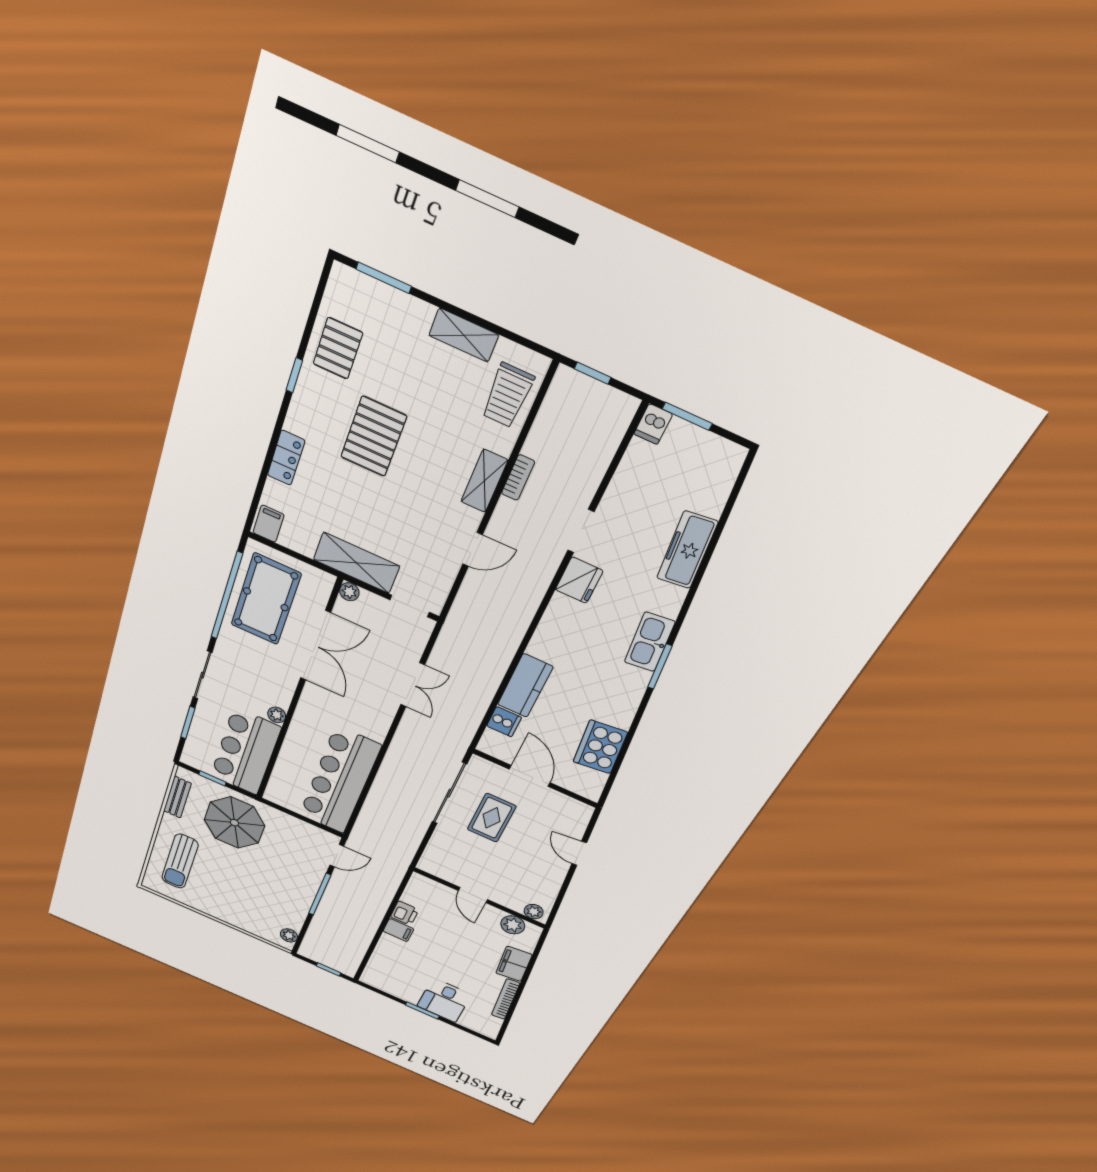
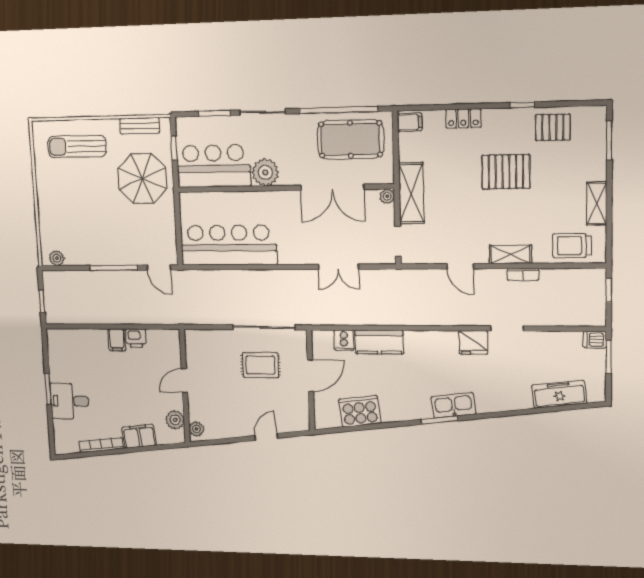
freezer: (687, 550) -> (559, 394), moved
plant: (277, 715) -> (265, 172), width x1.87, depth x1.87

